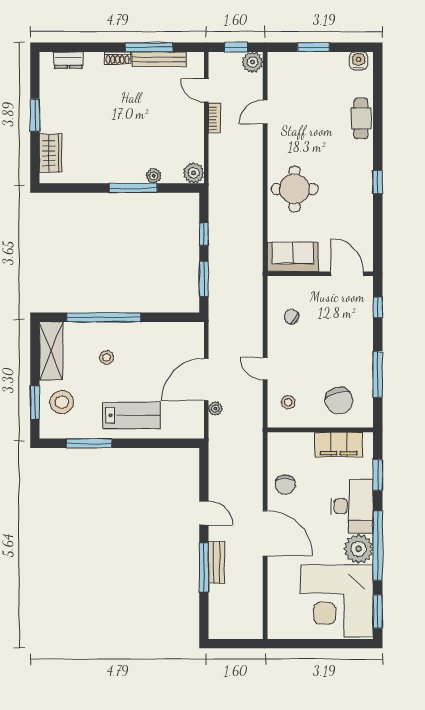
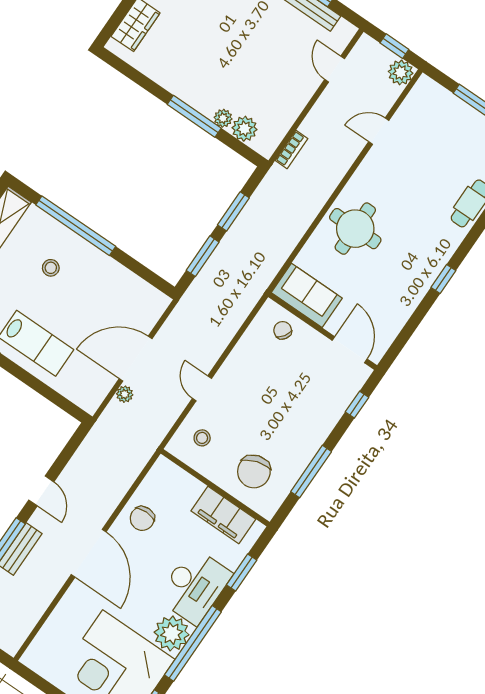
bookcase: (215, 118) -> (292, 149), moved
plant: (194, 173) -> (245, 129), moved
window: (204, 234) -> (233, 211), width x1.50
chair: (291, 317) -> (283, 330), moved

